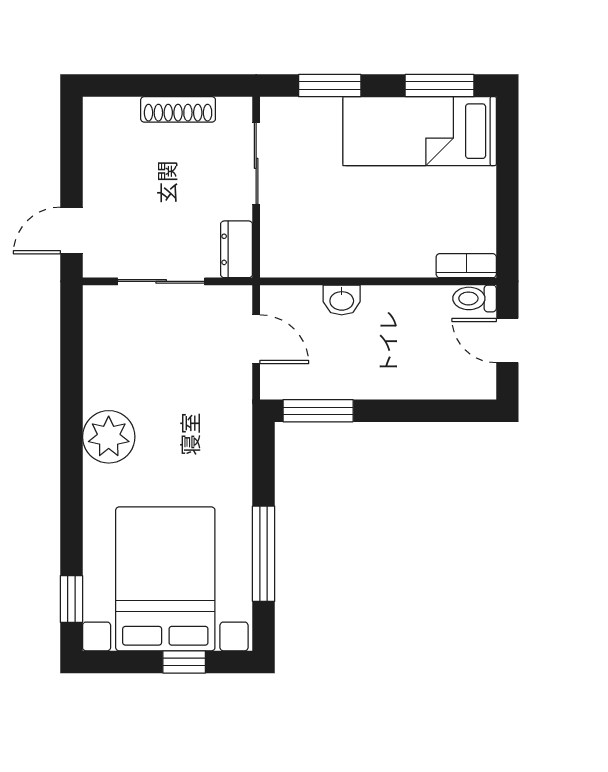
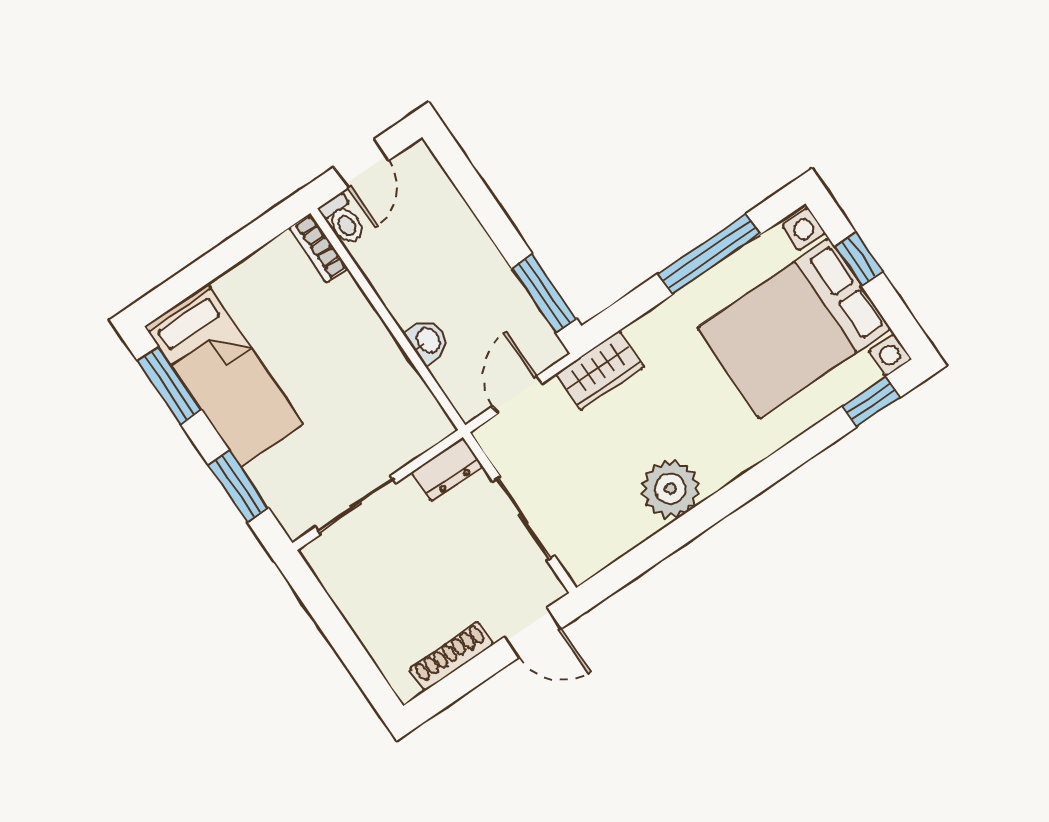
shoe rack: (178, 109) -> (451, 656), moved, turned -90
wardrobe: (232, 413) -> (600, 370), added
plant: (109, 437) -> (670, 489), moved

